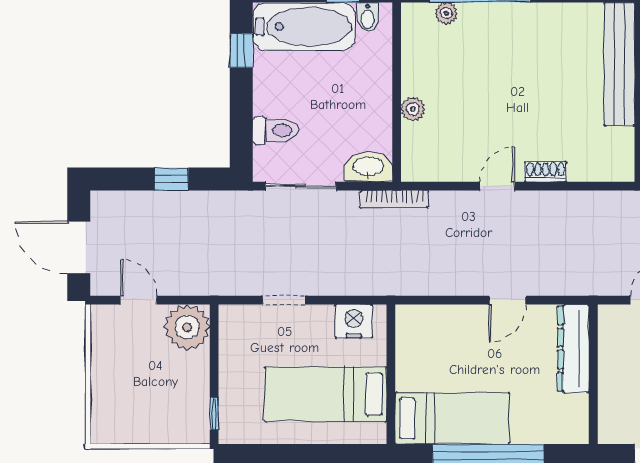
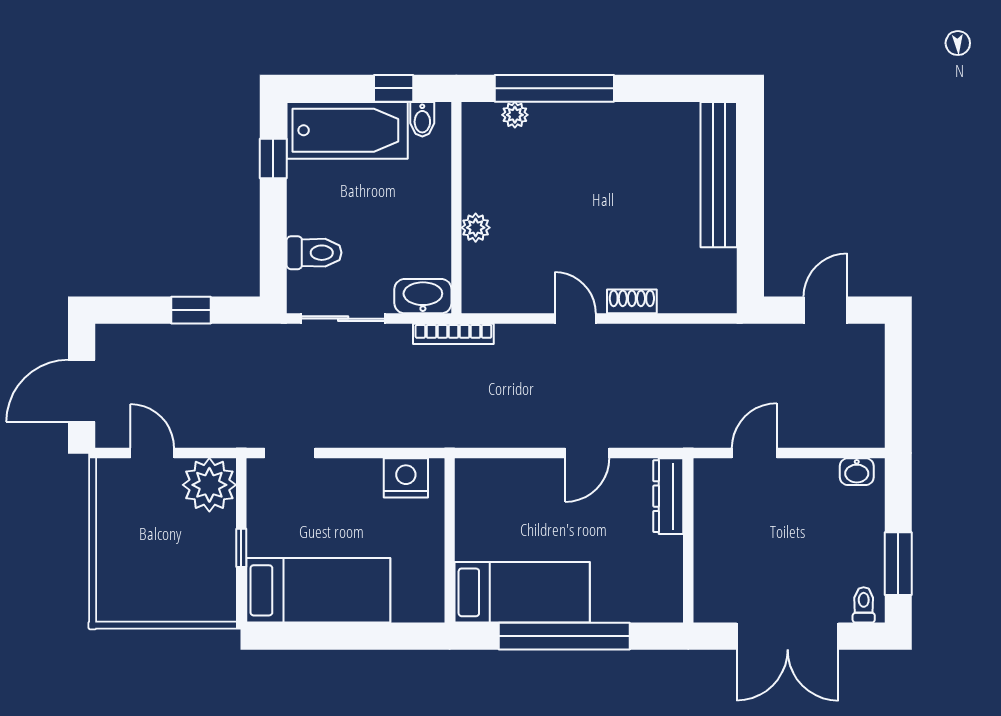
door: (497, 186) -> (575, 319), hinge flipped
door: (79, 248) -> (82, 391), hinge flipped
doorway: (284, 300) -> (290, 453), moved
dresser: (573, 349) -> (668, 496), width x0.73, depth x0.80
bed: (326, 394) -> (318, 590), moved, turned 180
window: (214, 414) -> (241, 548), moved

